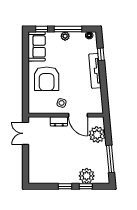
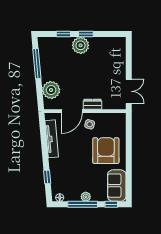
tv unit: (95, 71) -> (52, 139), moved
door: (78, 115) -> (72, 111), swing flipped
plant: (87, 176) -> (81, 45), moved

